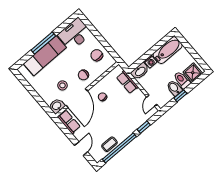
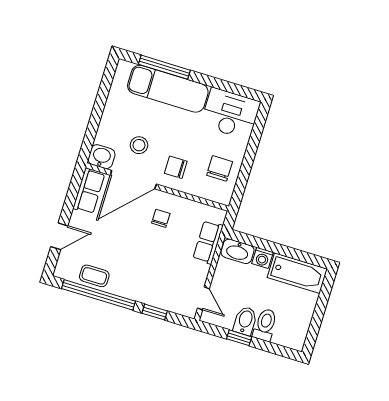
window: (43, 43) -> (164, 67), moved
shower: (193, 73) -> (287, 334), removed
door: (152, 101) -> (203, 298), swing flipped

